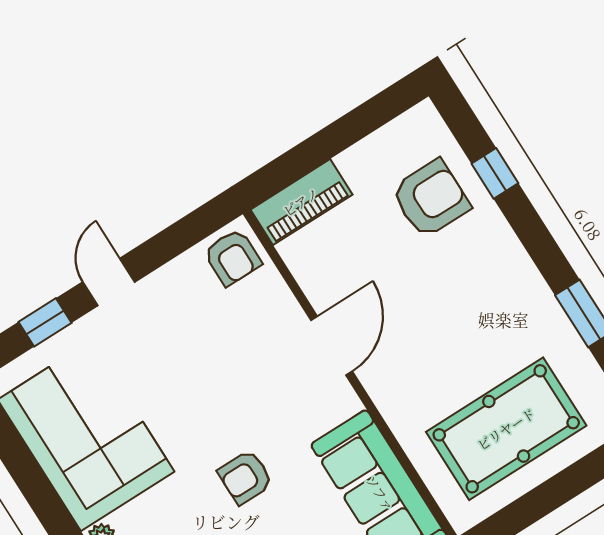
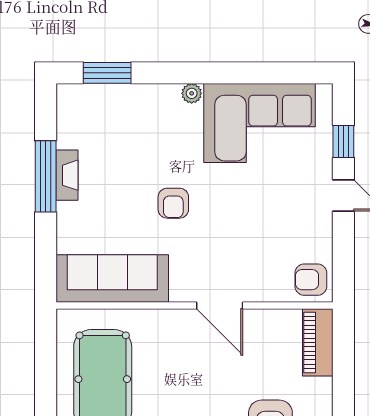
armchair: (245, 477) -> (173, 203), turned 180

